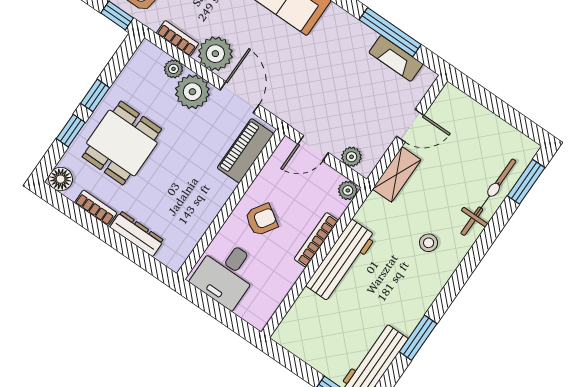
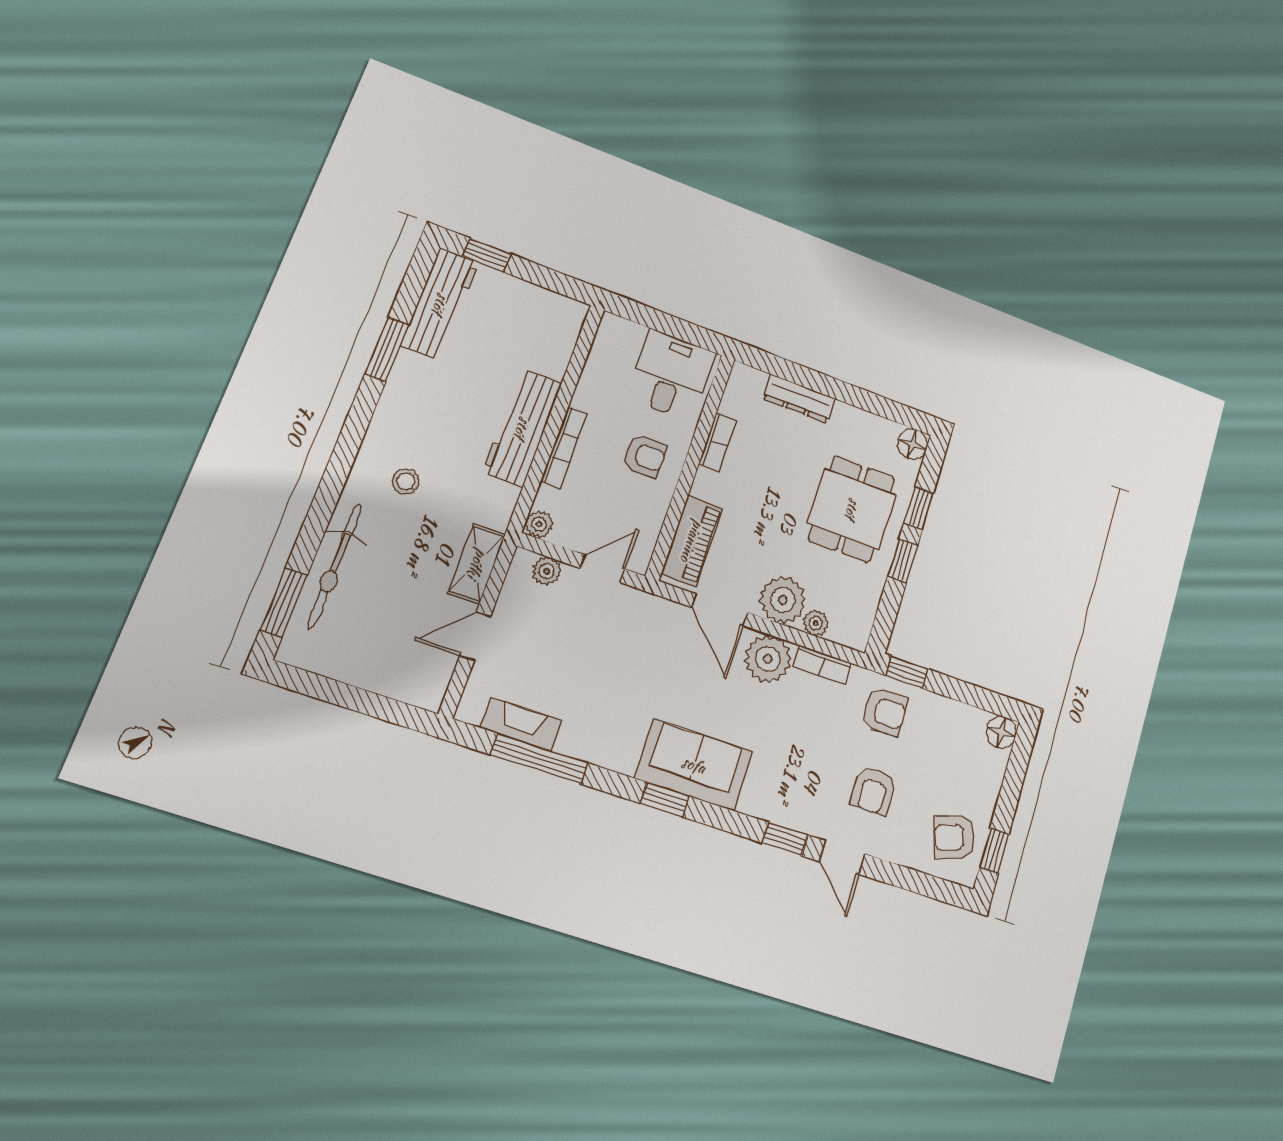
bookcase: (96, 208) -> (717, 443), moved, turned -90
armchair: (262, 220) -> (645, 456), turned -123

